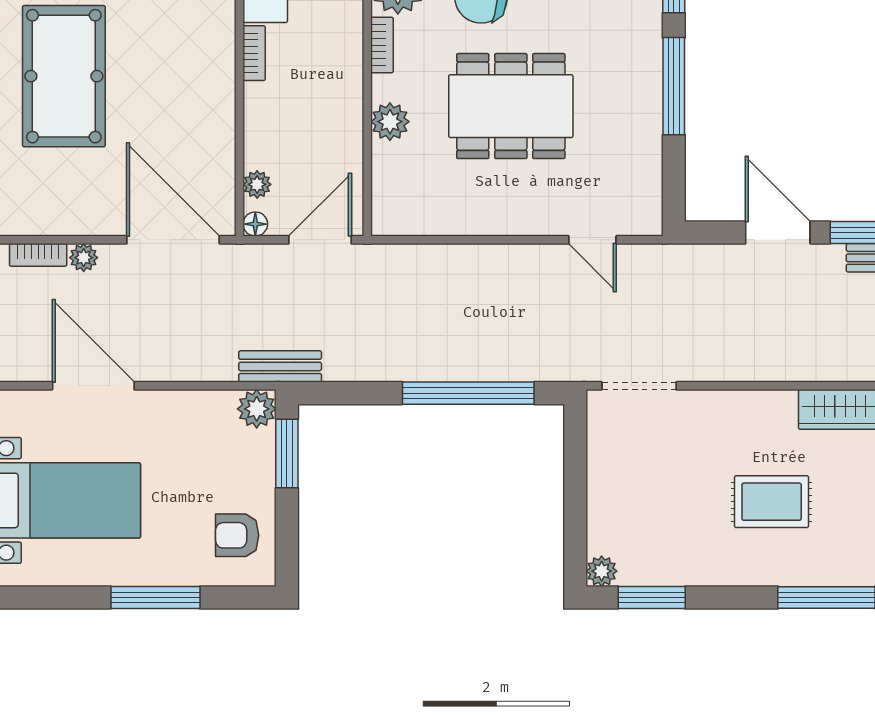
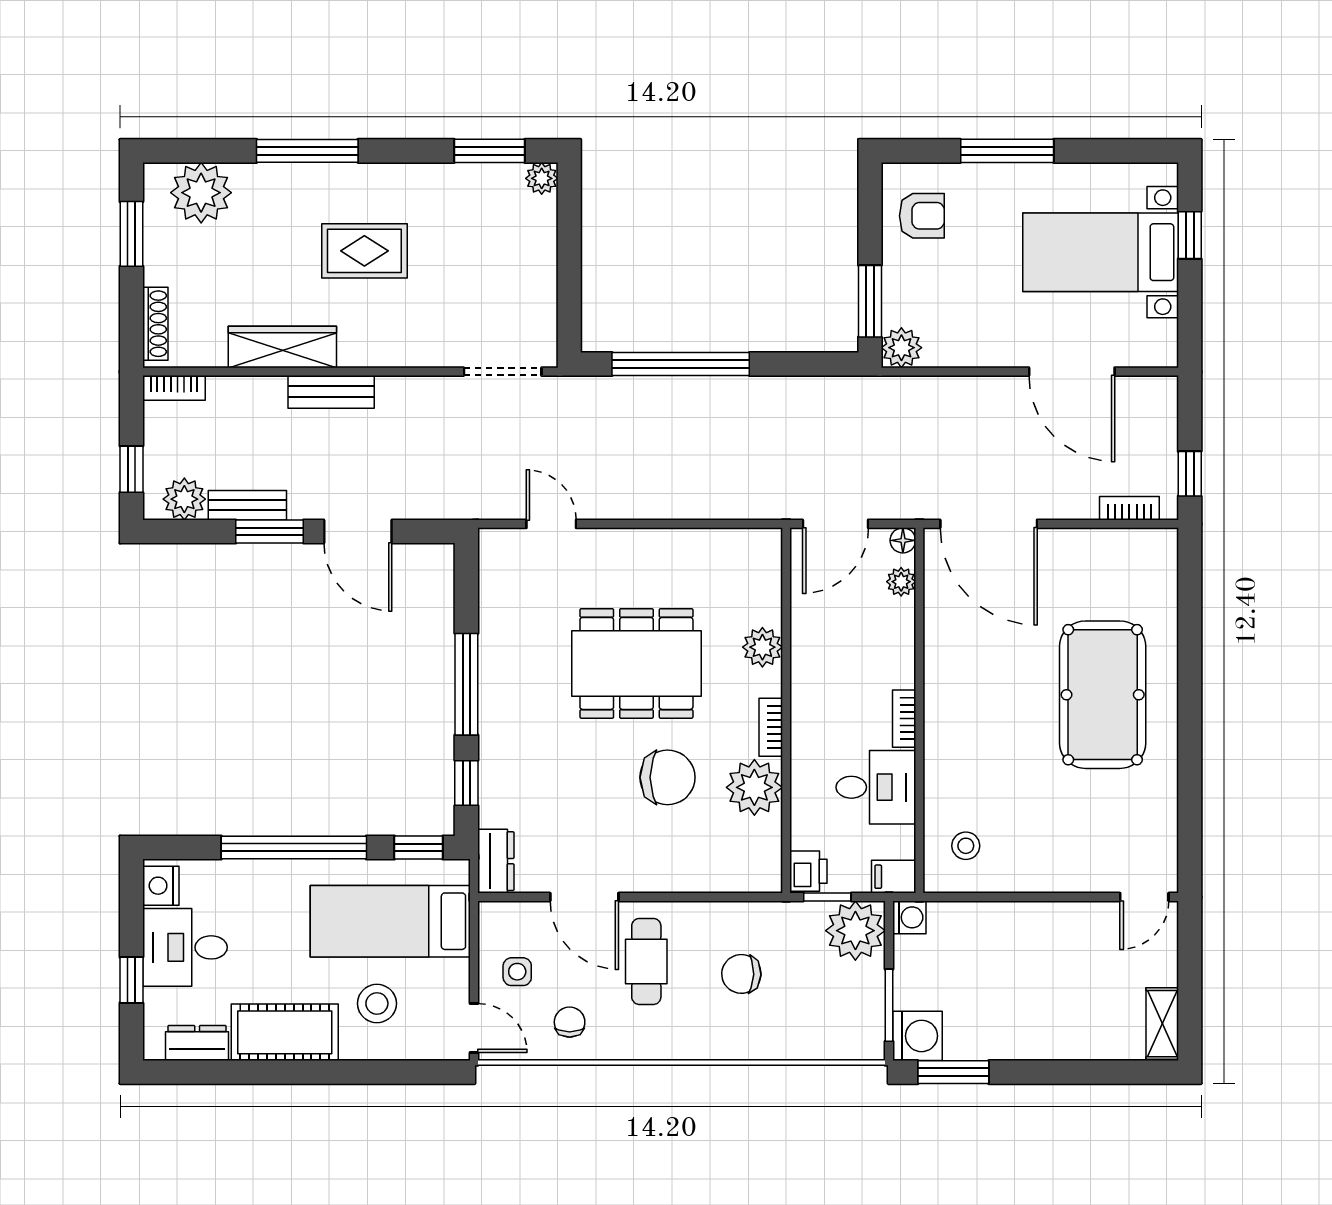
plant: (84, 258) -> (1082, 505), removed
bench: (280, 366) -> (331, 392), moved

